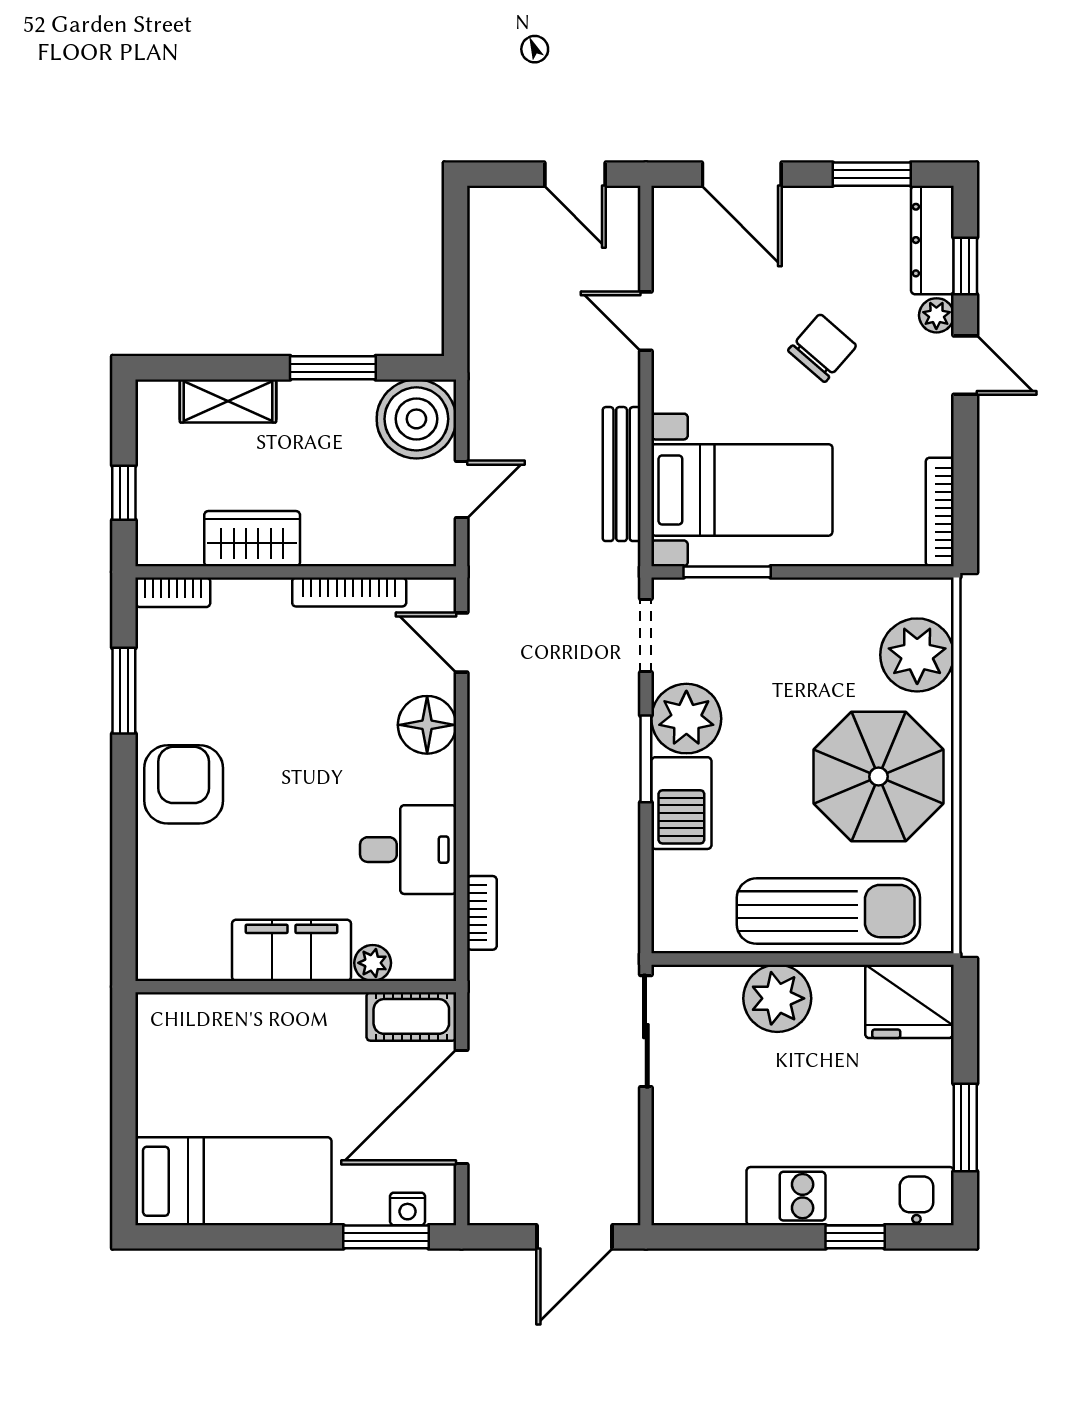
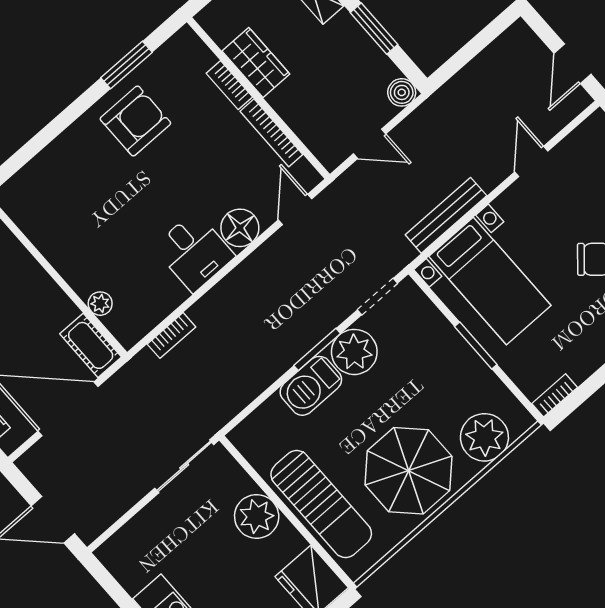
boiler: (416, 419) -> (402, 92), width x0.54, depth x0.54
bookcase: (940, 512) -> (555, 395), width x0.64
window: (727, 572) -> (476, 346), moved
bookcase: (173, 592) -> (229, 85), moved
armchair: (184, 784) -> (135, 121), moved
desk: (408, 850) -> (194, 252), moved
filing cabinet: (291, 950) -> (72, 258), removed

